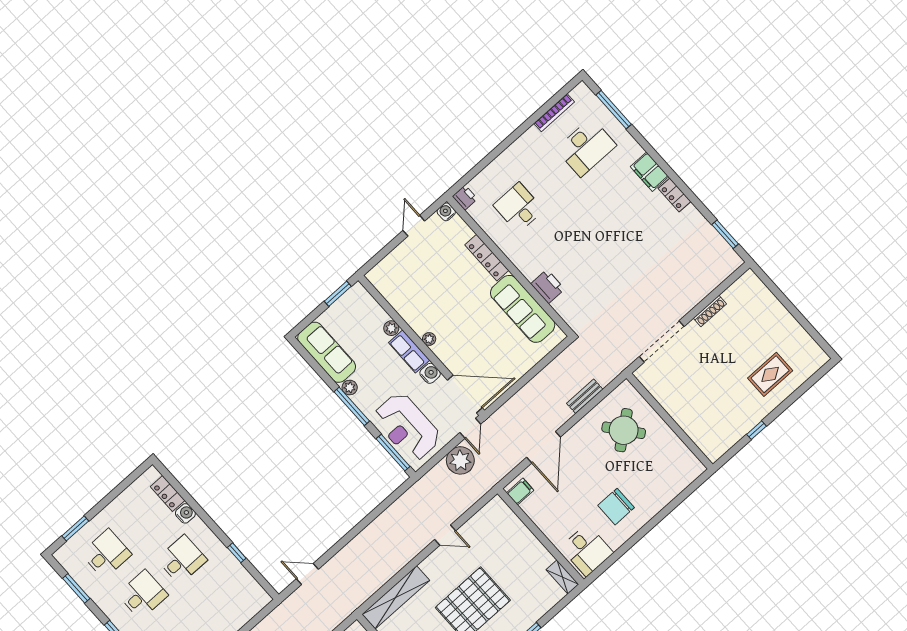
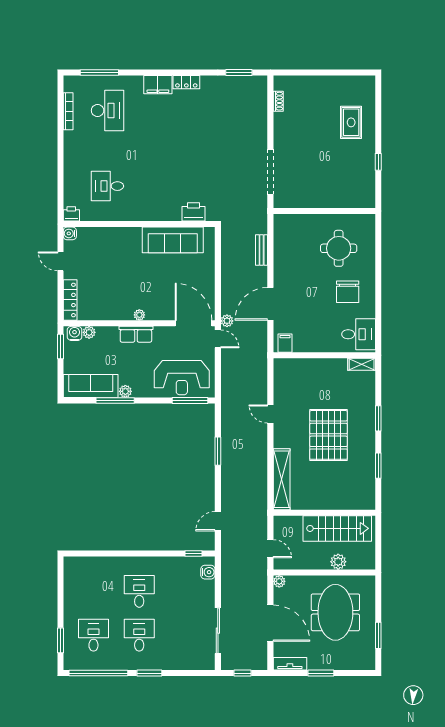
locker: (487, 258) -> (70, 300), moved, turned -90
printer: (548, 286) -> (193, 212), moved
shoe rack: (710, 311) -> (278, 101), moved, width x0.70
plant: (391, 328) -> (89, 332), moved
water cooler: (430, 373) -> (74, 333), moved
door: (465, 394) -> (194, 323), hinge flipped
window: (352, 406) -> (115, 400), moved
round table: (624, 430) -> (339, 248), moved, turned 38
door: (544, 447) -> (270, 304), swing flipped
plant: (460, 460) -> (227, 321), moved, width x0.53, depth x0.53
locker: (168, 494) -> (90, 564), removed
water cooler: (185, 513) -> (208, 572), moved, turned 90
window: (370, 518) -> (218, 451), added
door: (445, 535) -> (270, 414), swing flipped
window: (237, 553) -> (193, 554), moved
window: (76, 588) -> (98, 673), width x2.11

